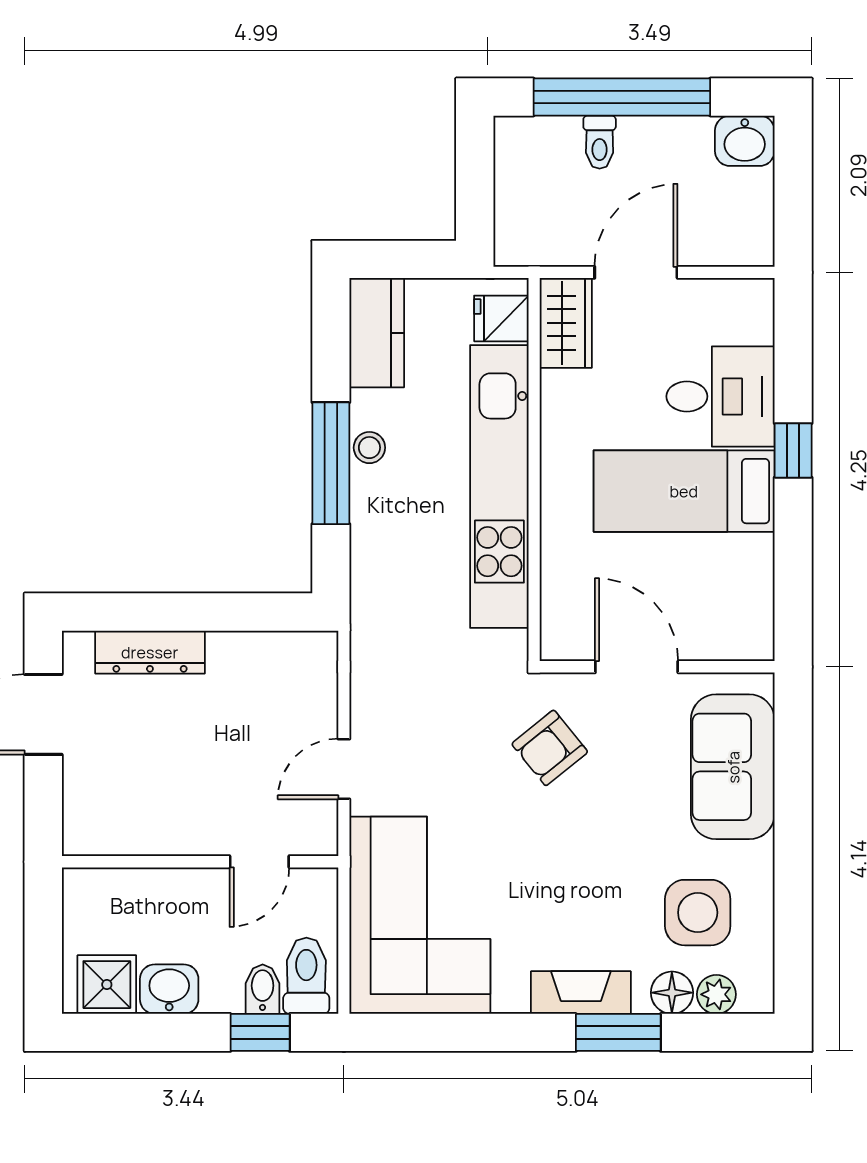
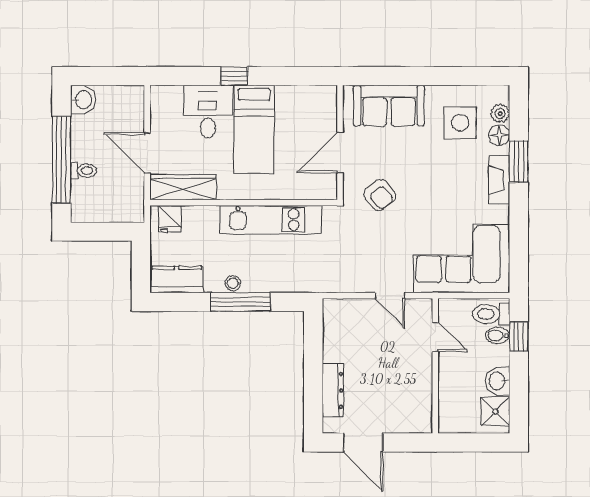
wardrobe: (566, 323) -> (183, 187), width x1.50
kitchen unit: (499, 487) -> (270, 220), width x0.73

